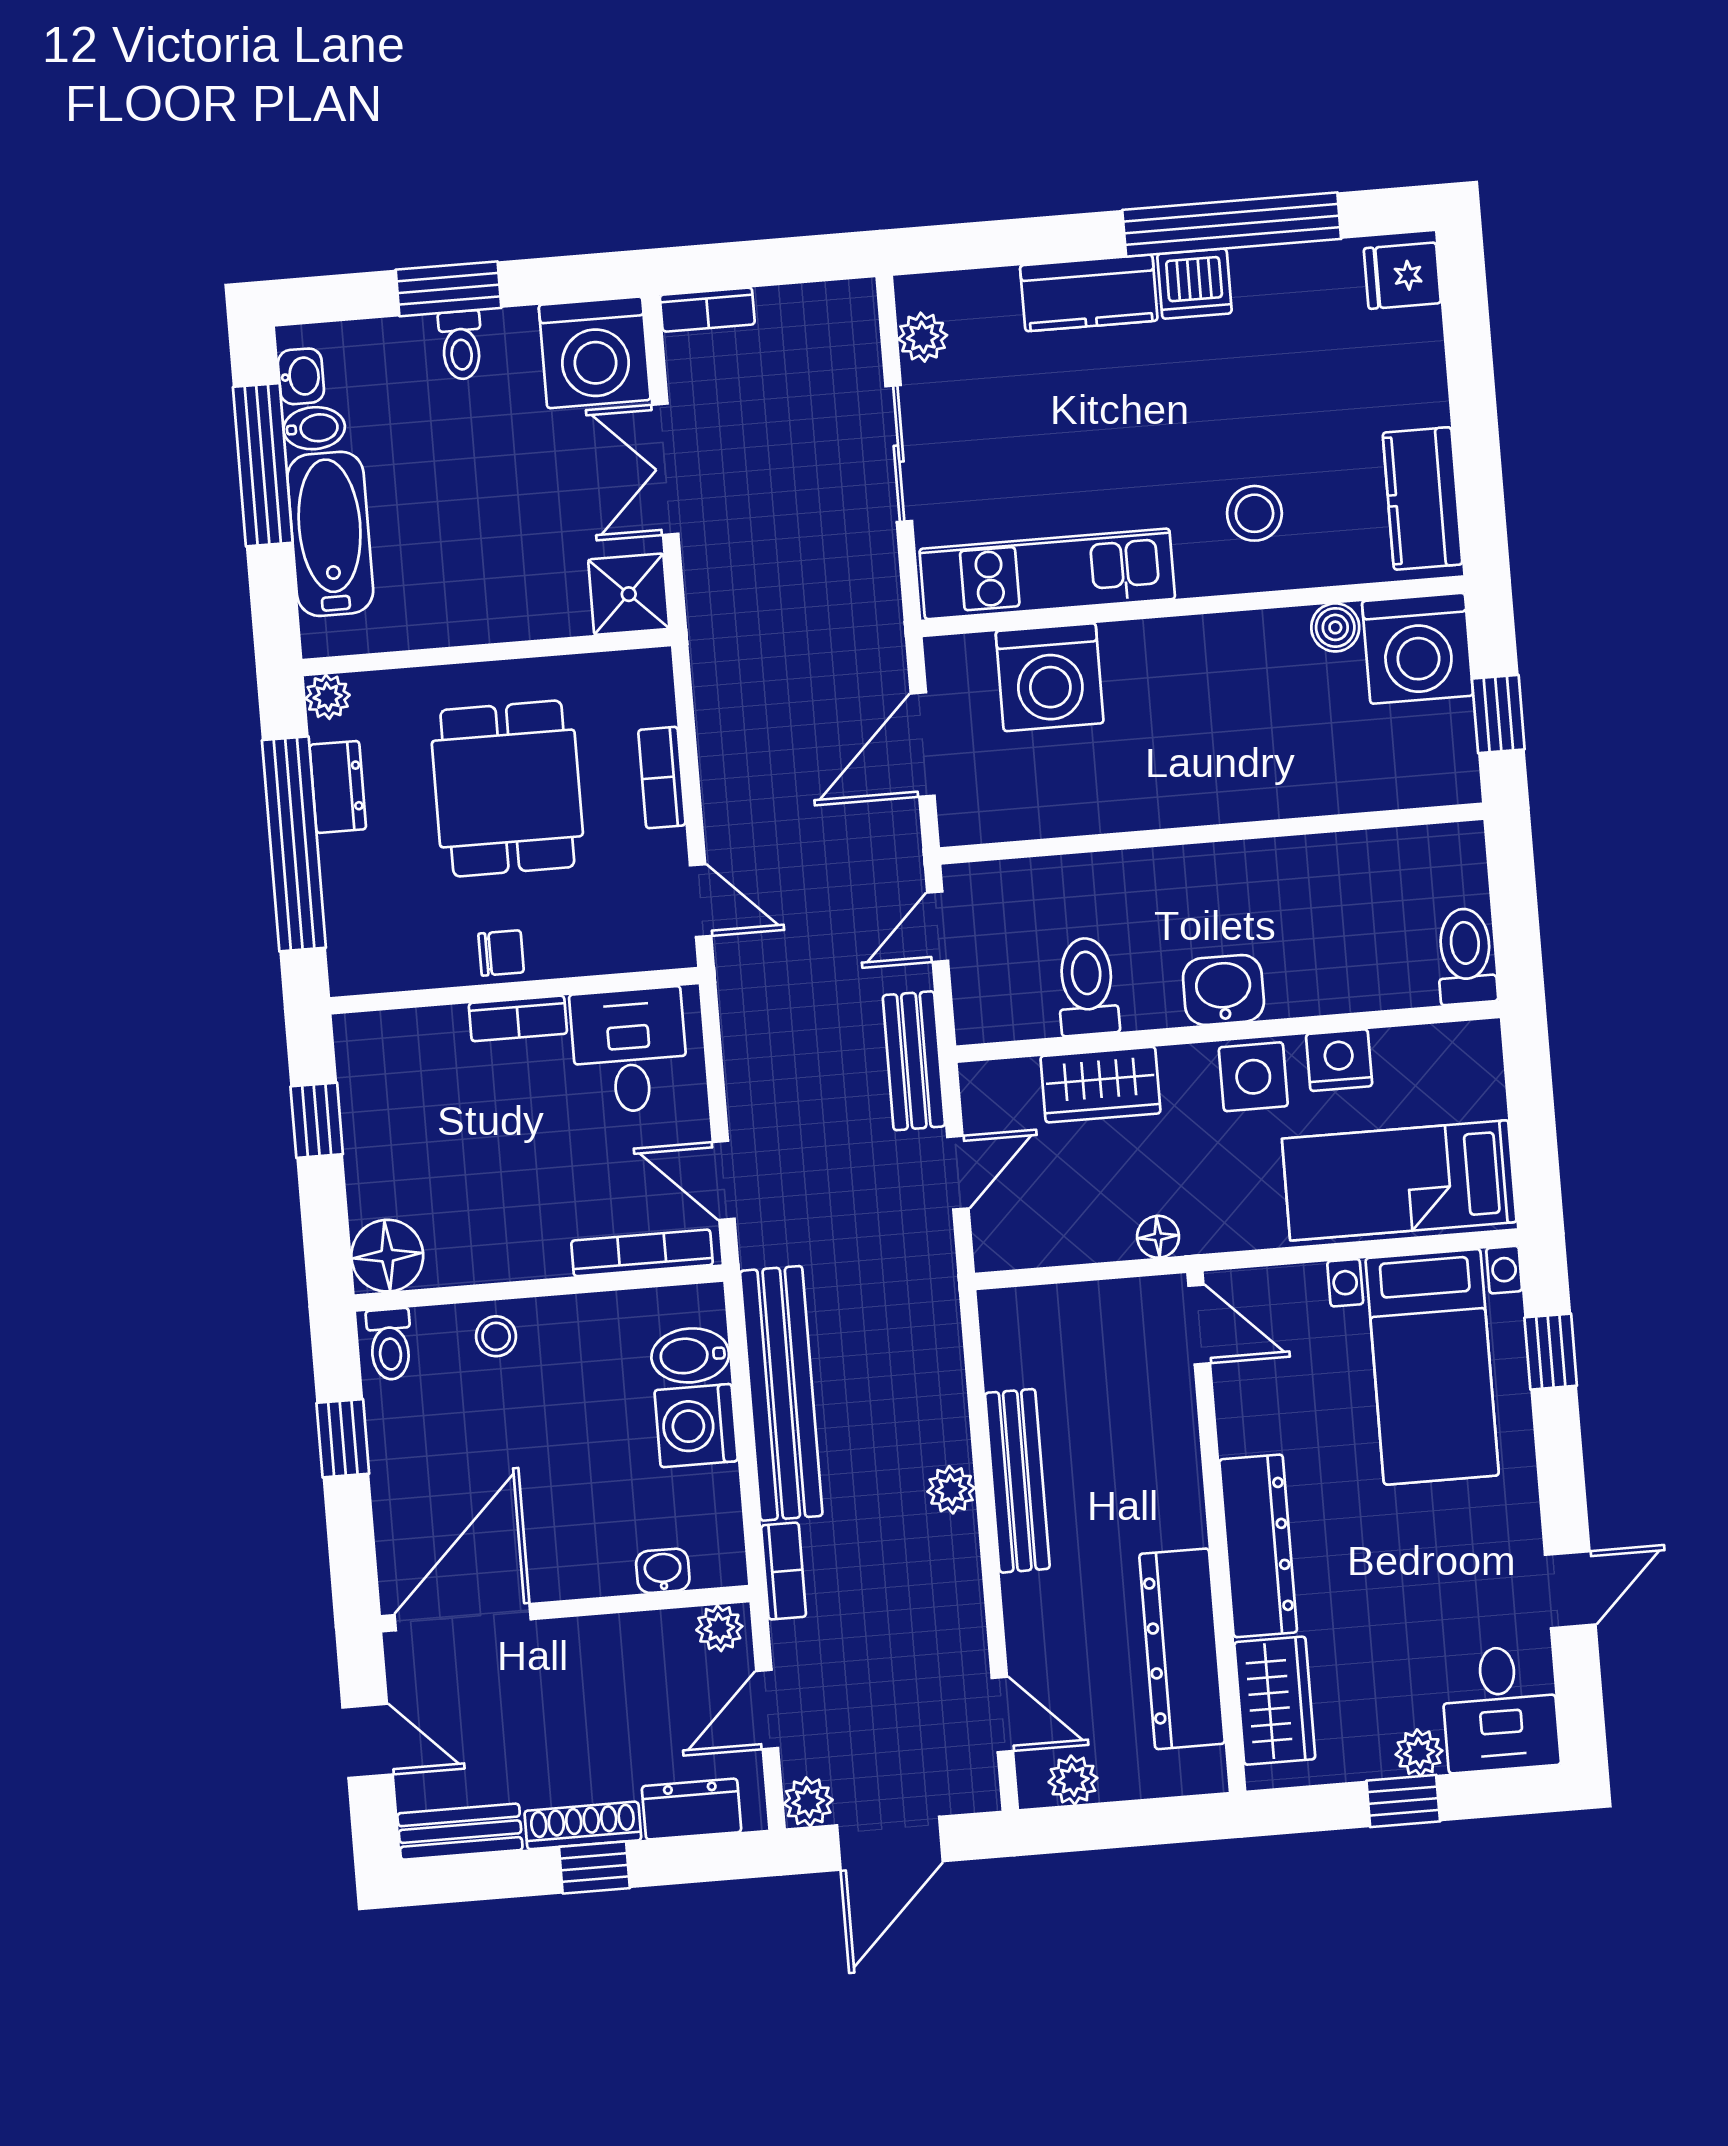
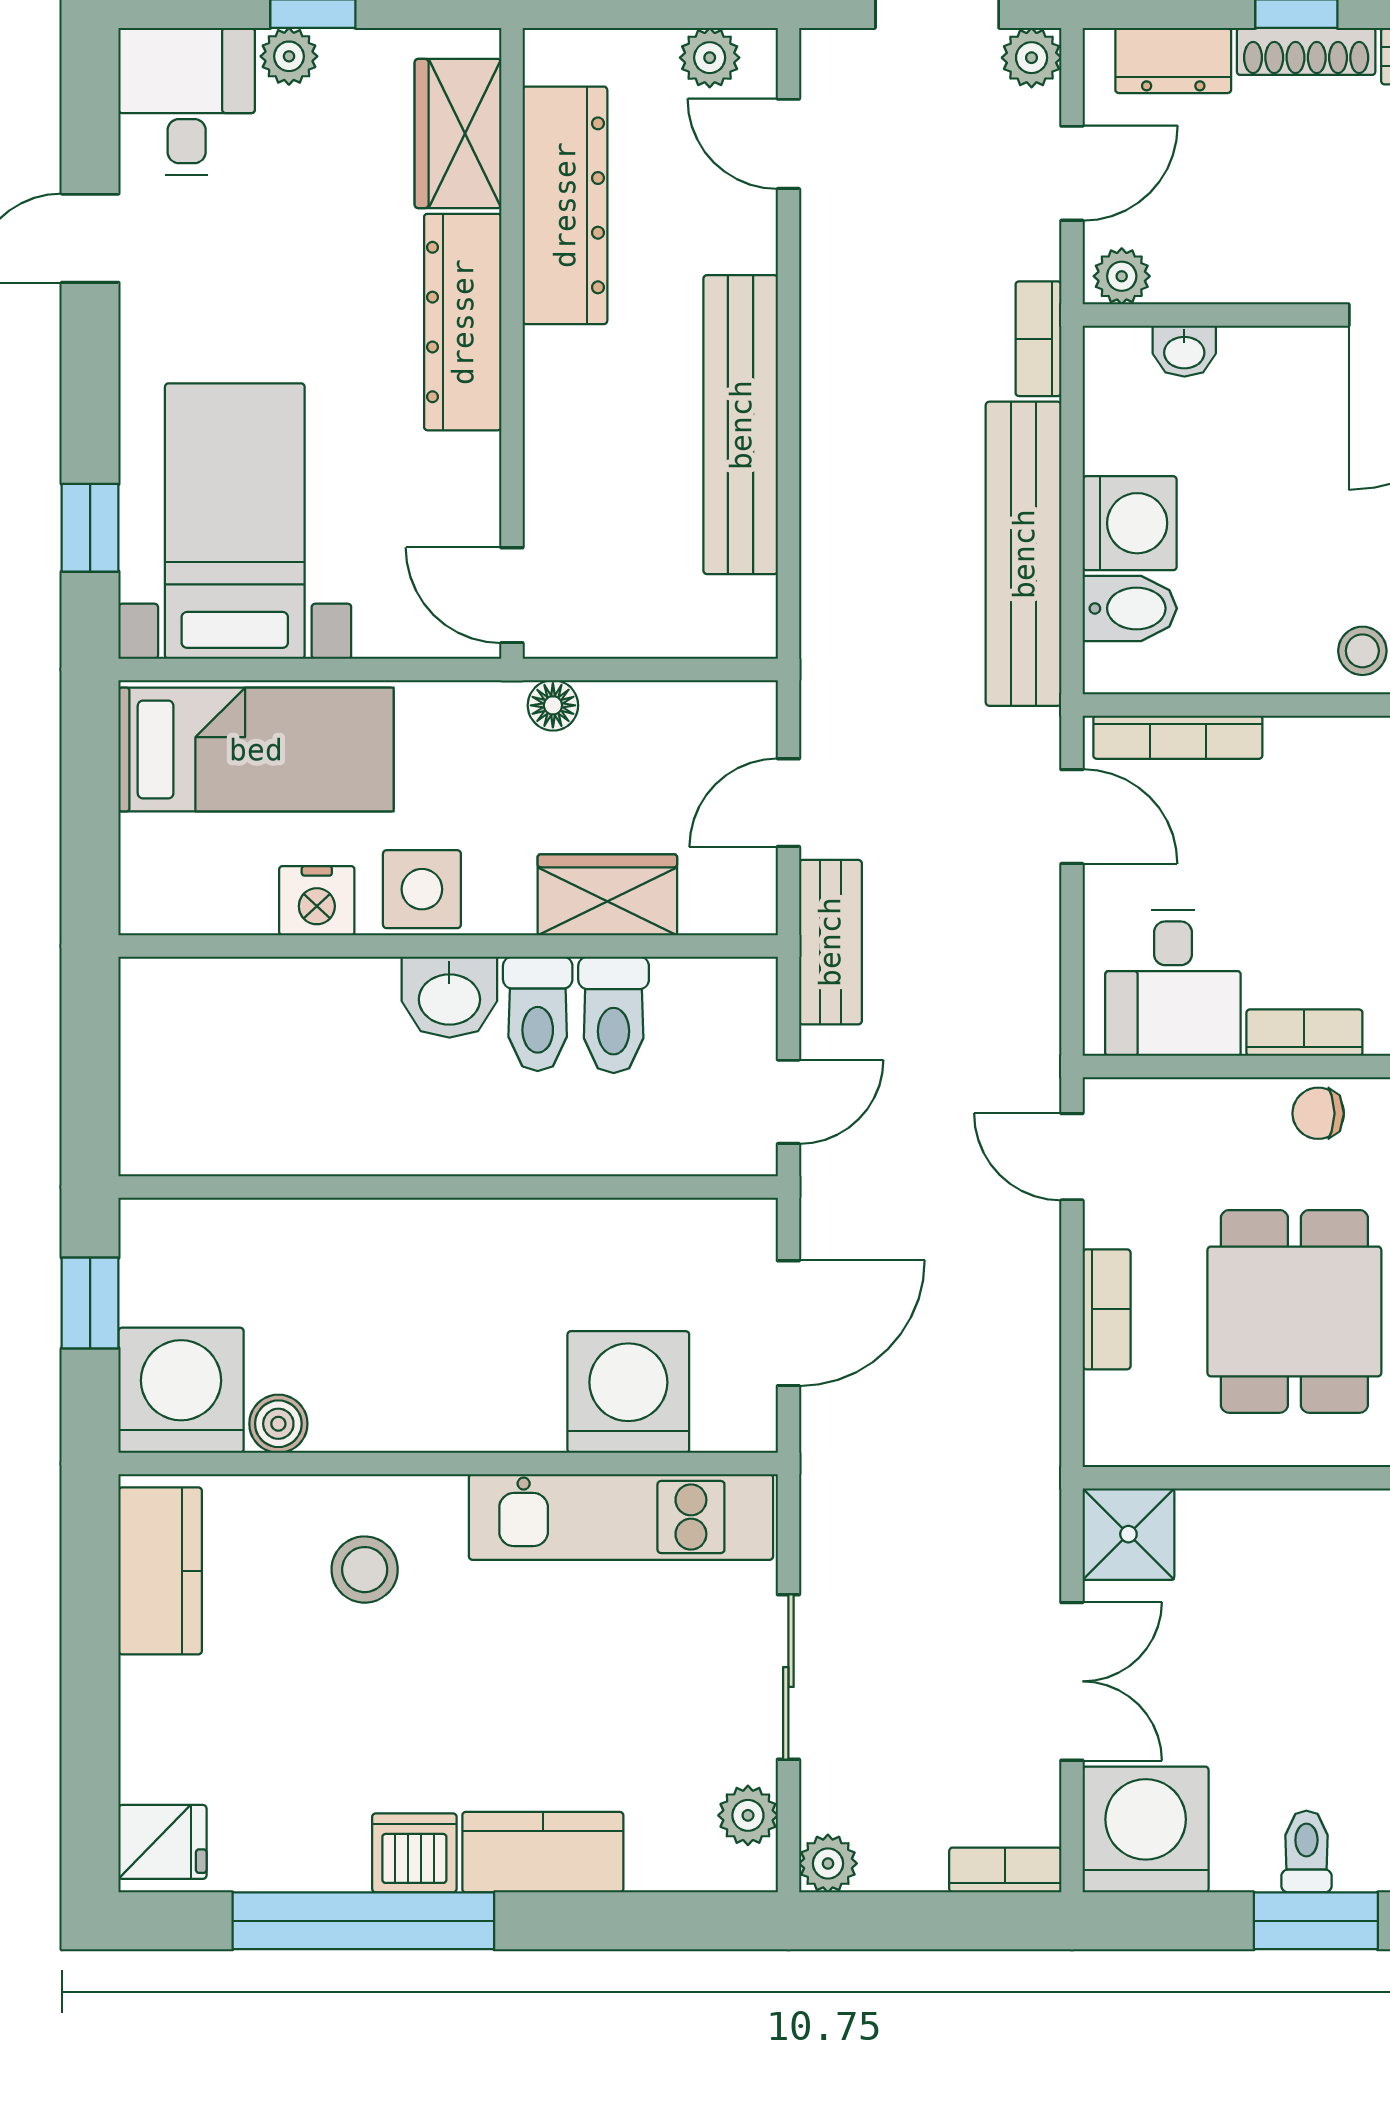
toilet: (1466, 956) -> (538, 1014), moved
bench: (1017, 1481) -> (741, 425), width x1.37, depth x1.21
plant: (951, 1490) -> (828, 1863), moved

